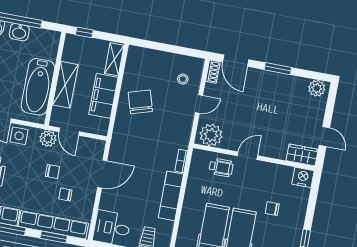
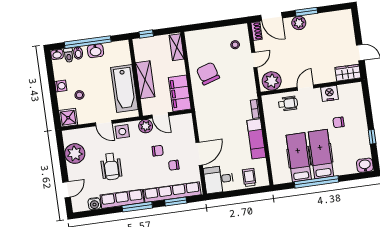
plant: (317, 88) -> (299, 23), moved
filing cabinet: (103, 96) -> (180, 93), moved
door: (102, 174) -> (199, 154), moved
nightstand: (303, 177) -> (330, 93), moved

